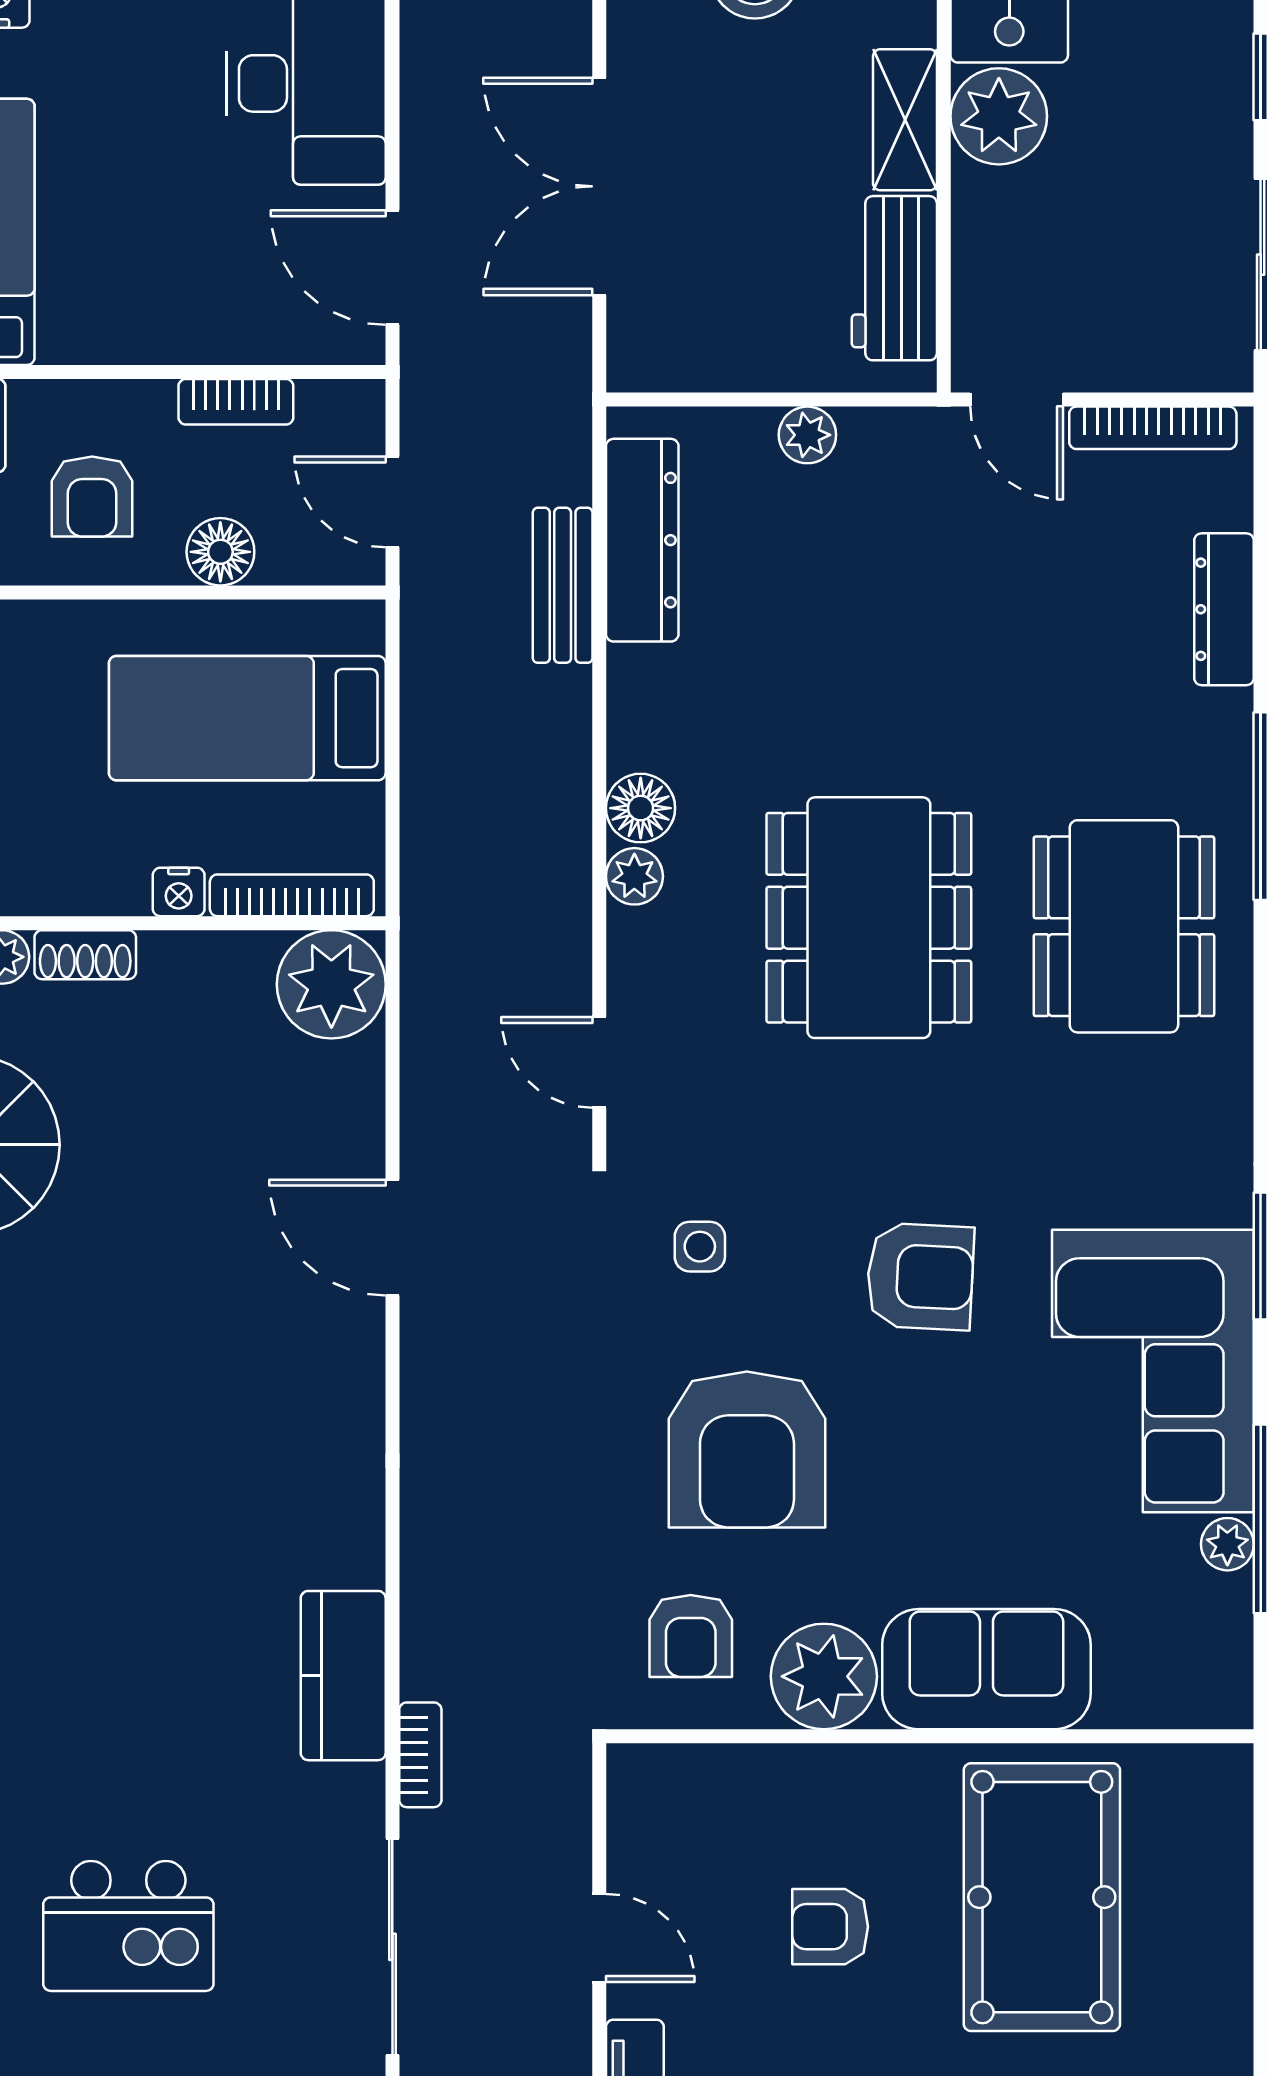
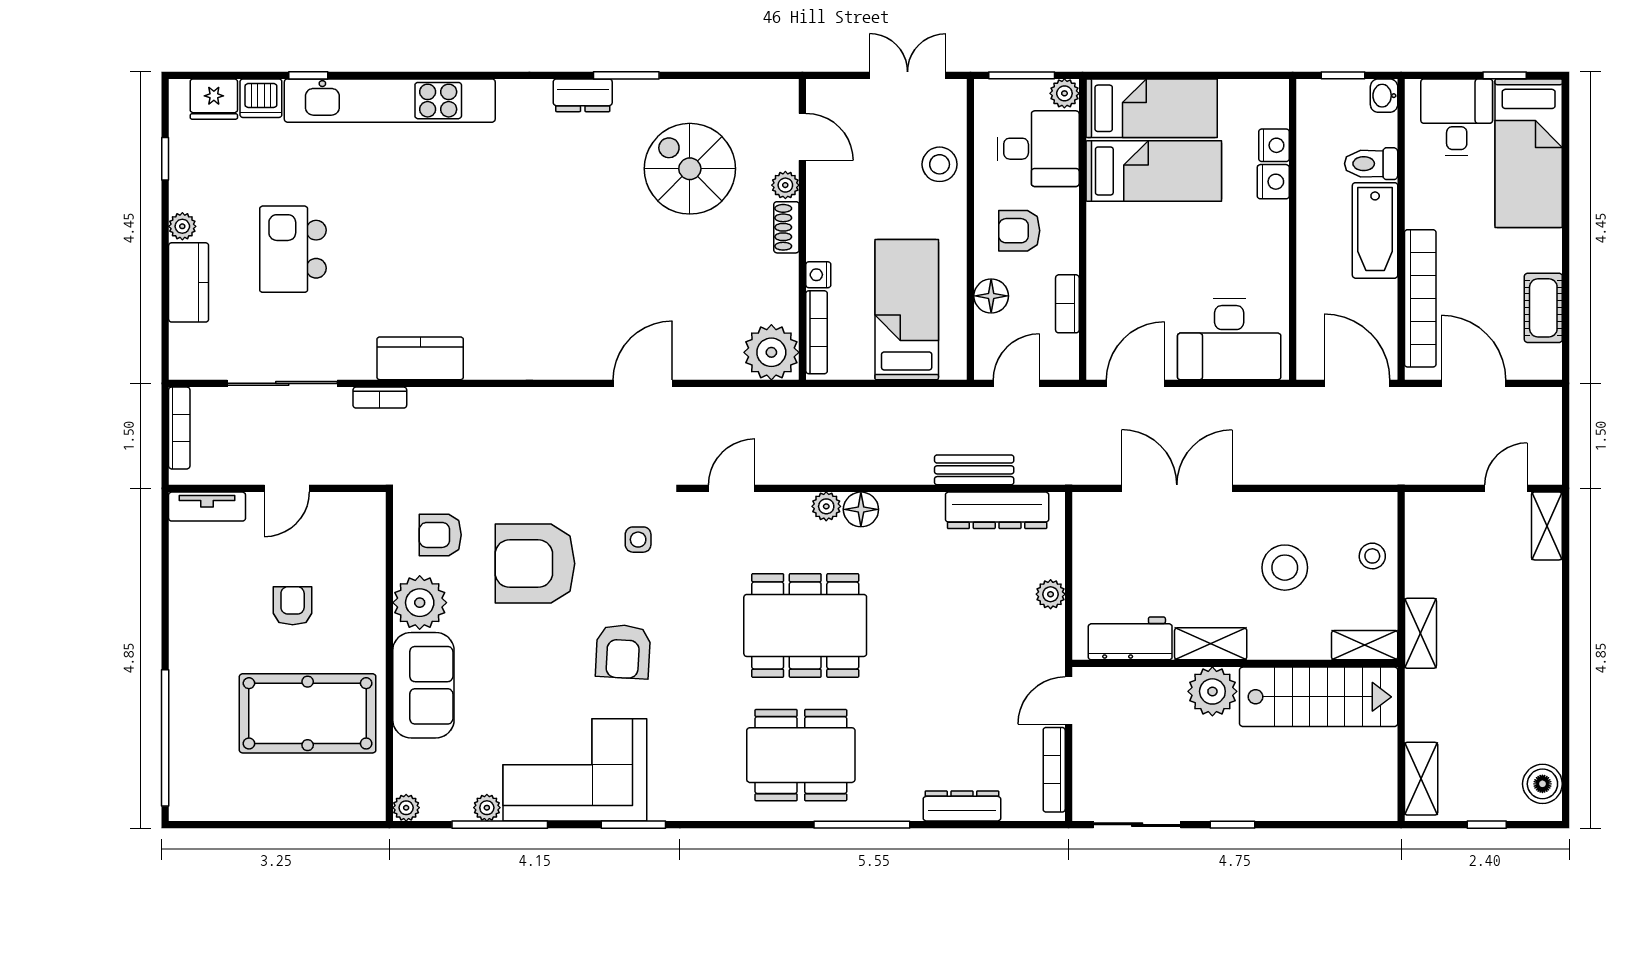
plant: (1228, 1703) -> (406, 808), added

